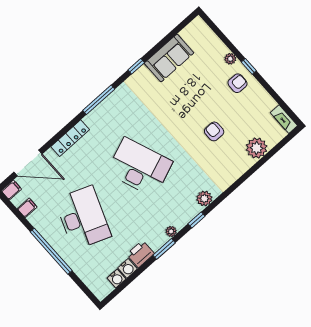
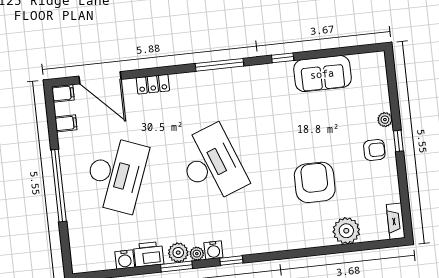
armchair: (214, 131) -> (315, 182), width x1.88, depth x1.88
locker: (70, 138) -> (153, 84), width x0.66
plant: (204, 198) -> (178, 253), moved
water cooler: (116, 278) -> (213, 250), moved

